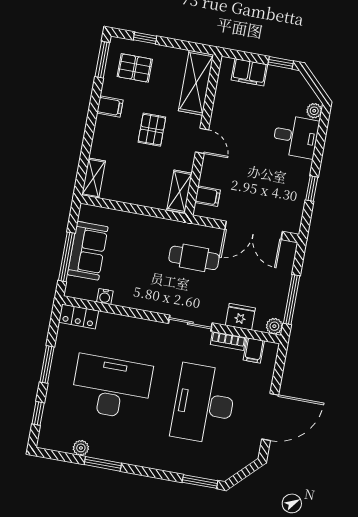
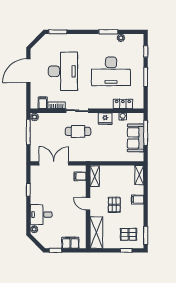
filing cabinet: (110, 107) -> (138, 199), moved
cafe table: (194, 258) -> (78, 131), moved
locker: (79, 316) -> (123, 104), moved
fridge: (240, 317) -> (105, 119), moved

